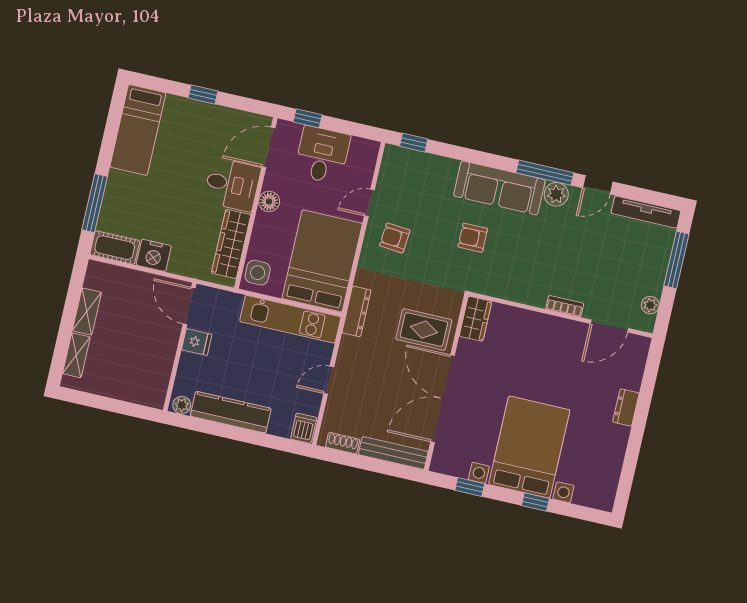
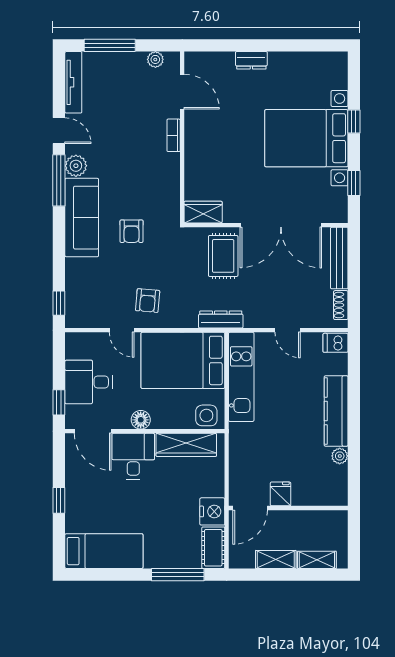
door: (189, 306) -> (250, 508), moved
fridge: (197, 342) -> (281, 494), moved
wall: (180, 347) -> (288, 508), moved

